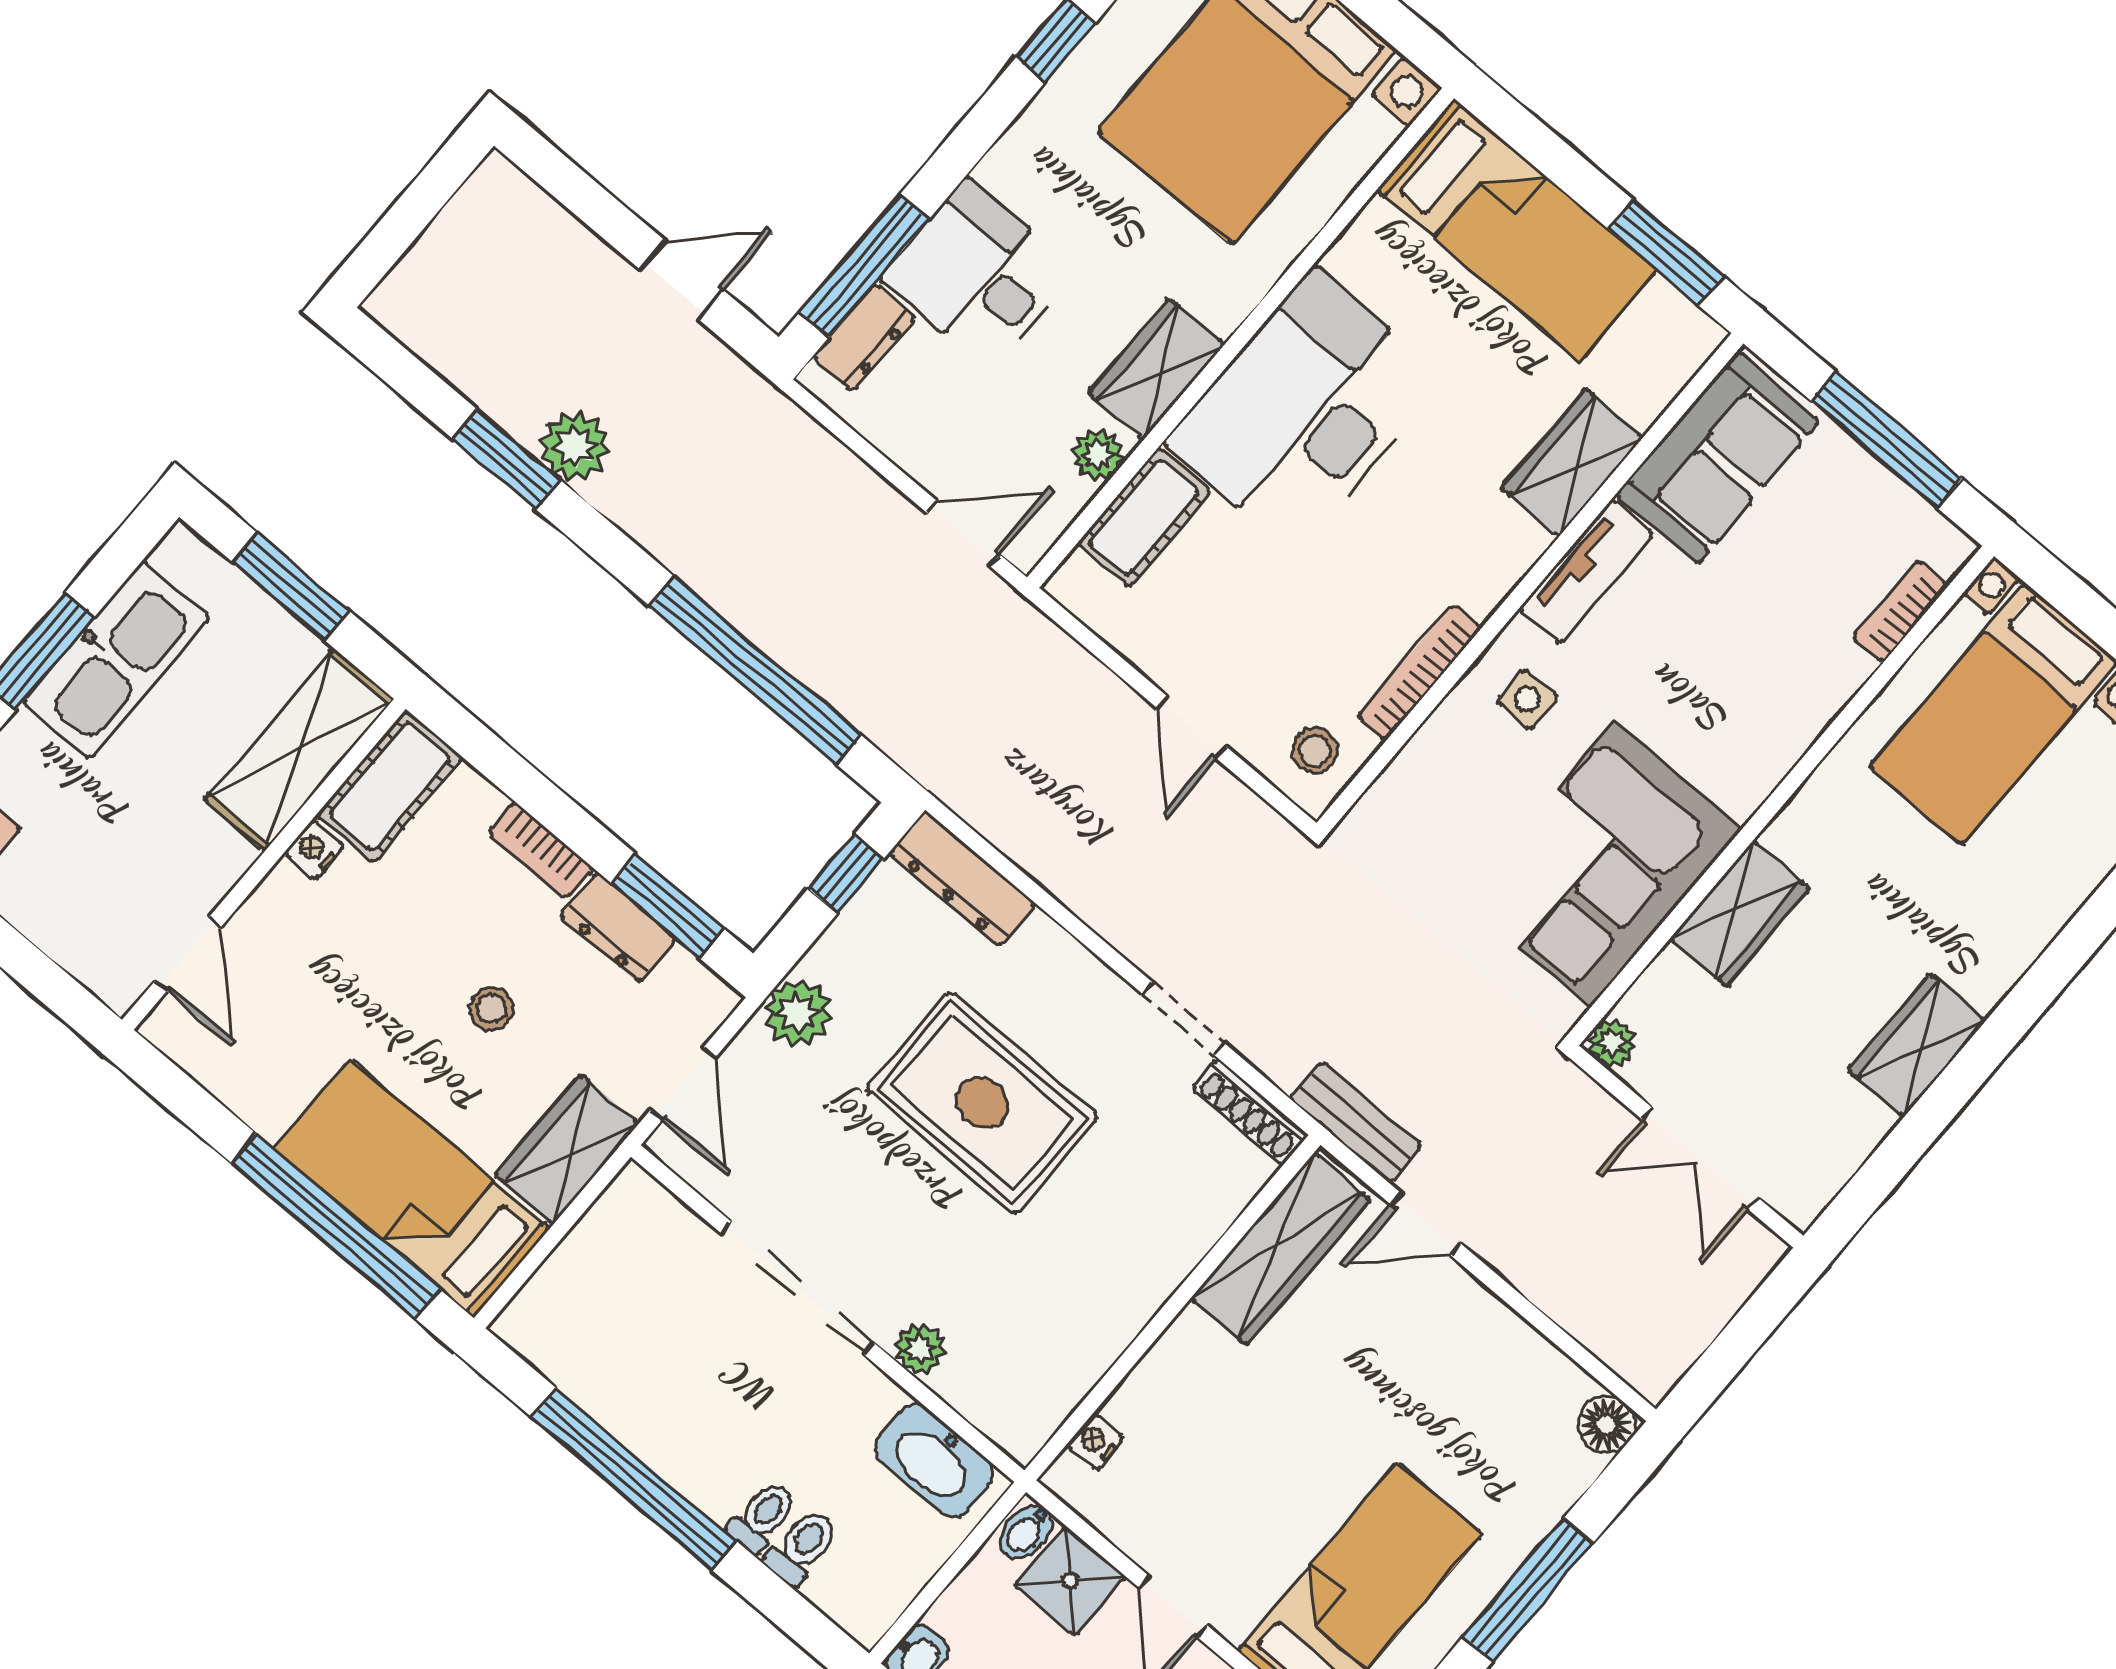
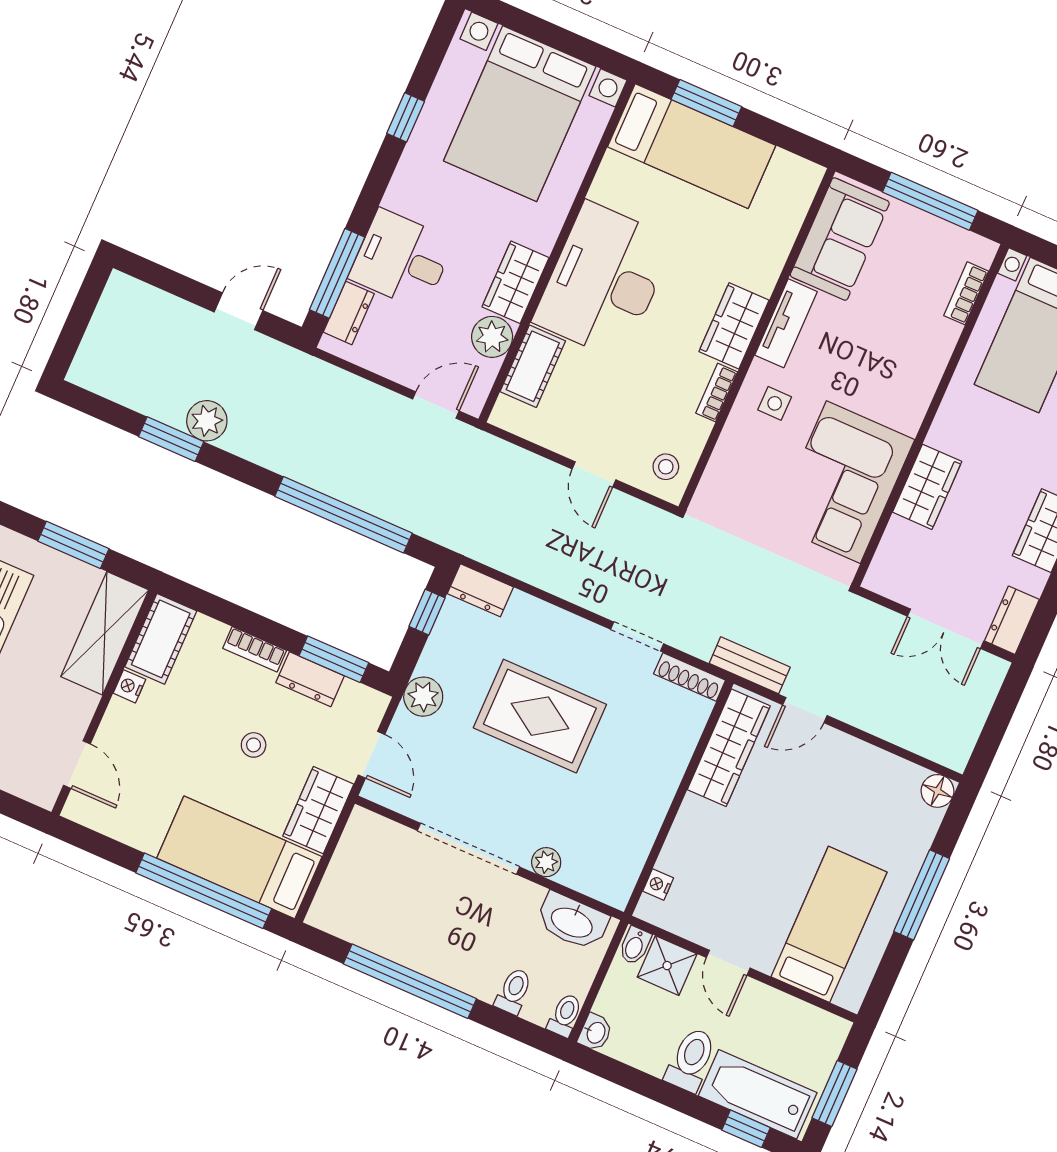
window: (1666, 253) -> (706, 103), moved
plant: (1098, 455) -> (492, 337), width x1.38, depth x1.38
wardrobe: (1572, 463) -> (734, 326), moved
bookcase: (1419, 673) -> (717, 393), width x0.64
dresser: (962, 878) -> (480, 590), width x0.70
plant: (1612, 1043) -> (878, 579), removed
dresser: (1815, 1177) -> (1012, 620), added
toilet: (762, 1517) -> (565, 1015), moved

